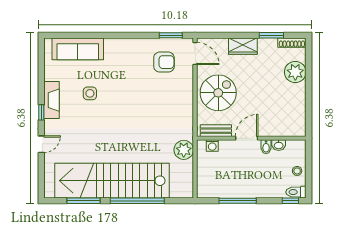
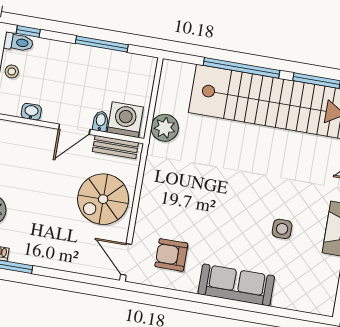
window: (171, 35) -> (156, 291), removed
wardrobe: (243, 46) -> (58, 258), removed
sofa: (78, 49) -> (236, 285), moved
washing machine: (212, 146) -> (125, 120), width x1.89, depth x1.89
bidet: (266, 147) -> (101, 121), moved

